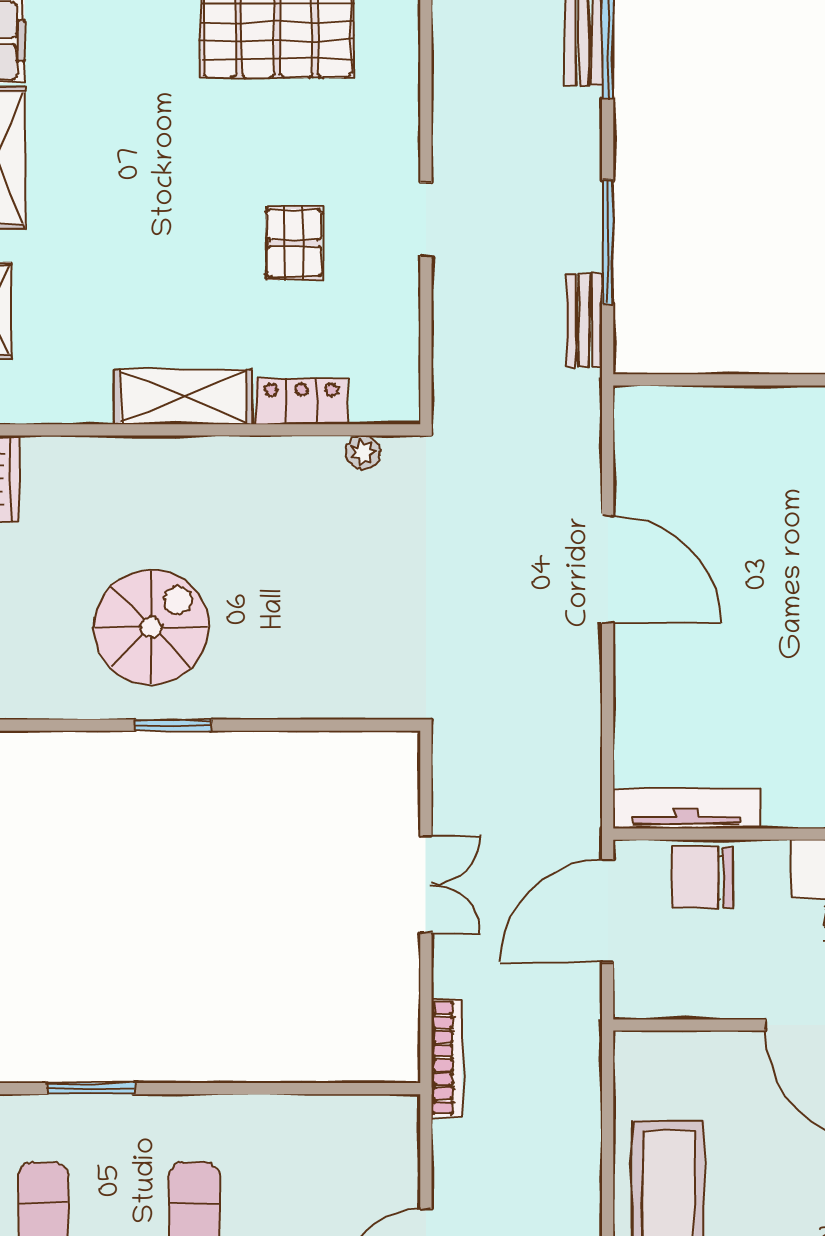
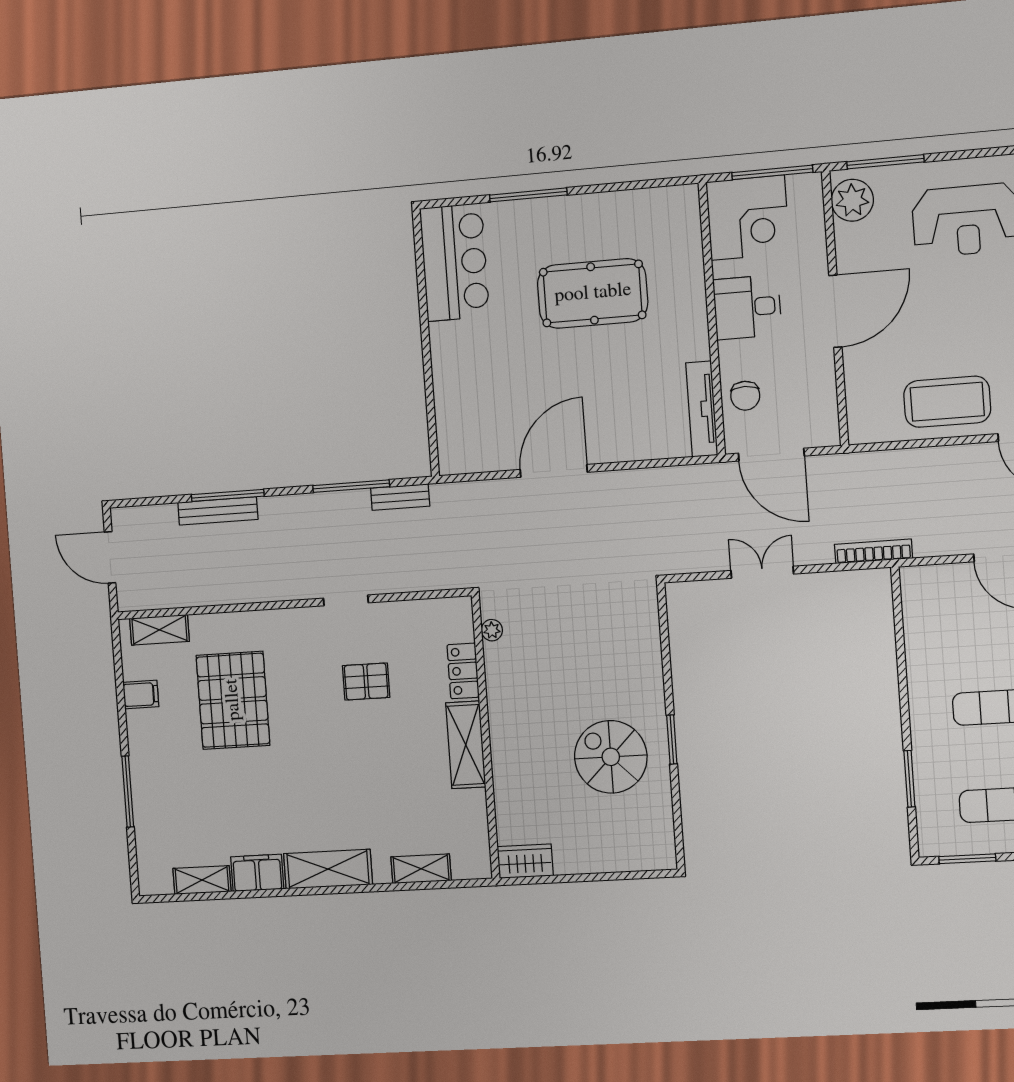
chair: (702, 877) -> (745, 396), width x0.73, depth x0.73

